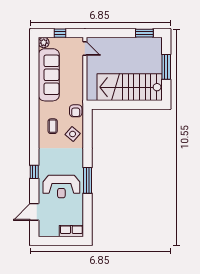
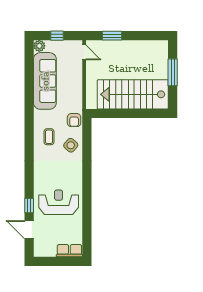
window: (144, 33) -> (112, 36), moved
window: (34, 172) -> (29, 206), moved
window: (88, 180) -> (87, 196), removed
reception desk: (61, 186) -> (59, 202), turned 180
door: (34, 212) -> (29, 230), hinge flipped

